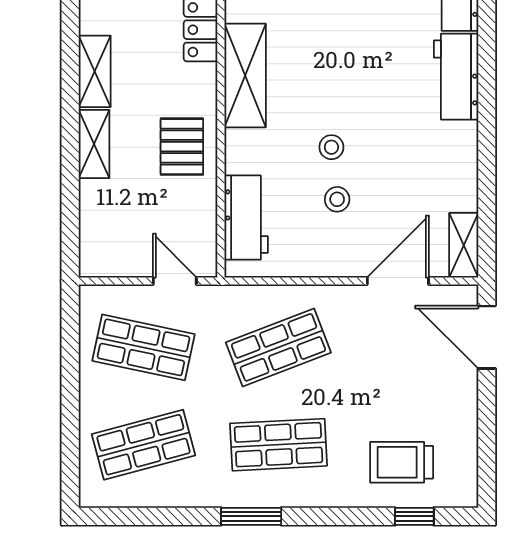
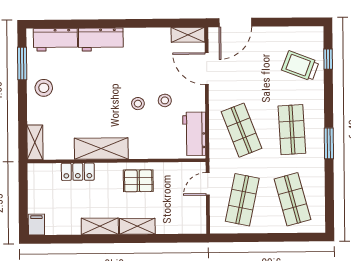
workbench: (246, 218) -> (194, 134), moved, turned -90
trolley: (402, 462) -> (300, 66), turned 111

